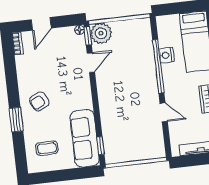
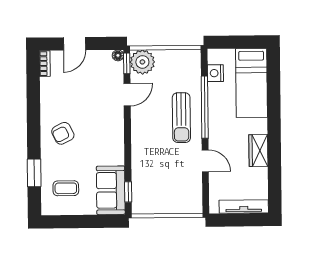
nightstand: (167, 55) -> (215, 73), moved
sun lounger: (139, 77) -> (181, 118), added
window: (16, 120) -> (34, 173), moved
sofa: (85, 138) -> (111, 190), width x0.73

